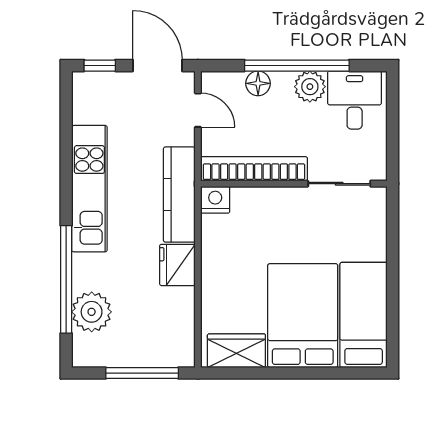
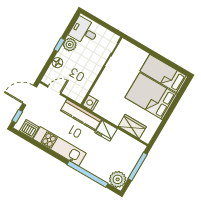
window: (297, 66) -> (59, 45), width x0.32
dishwasher: (88, 106) -> (29, 129), added
bookcase: (254, 169) -> (88, 82), removed
plant: (92, 312) -> (118, 179), moved
wardrobe: (236, 351) -> (132, 126), moved, turned 90

